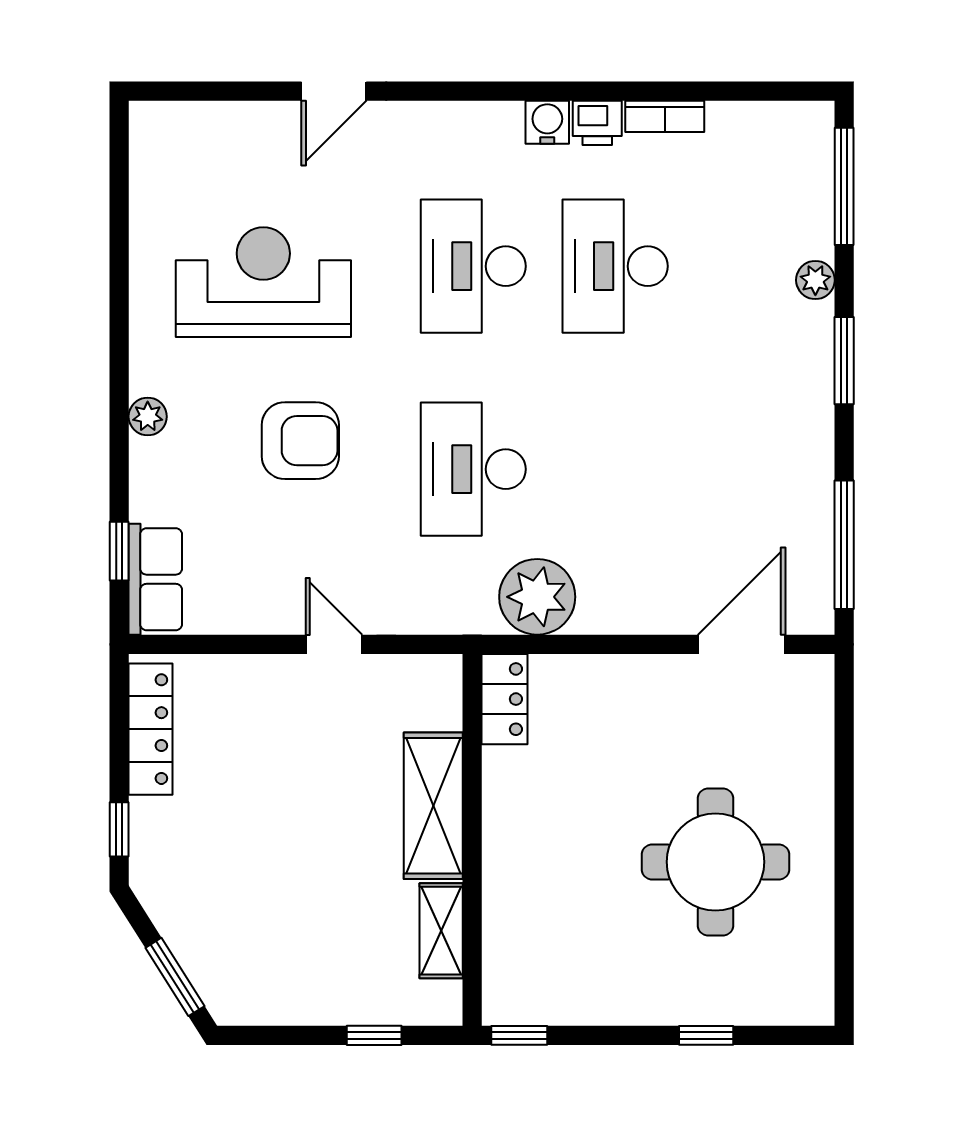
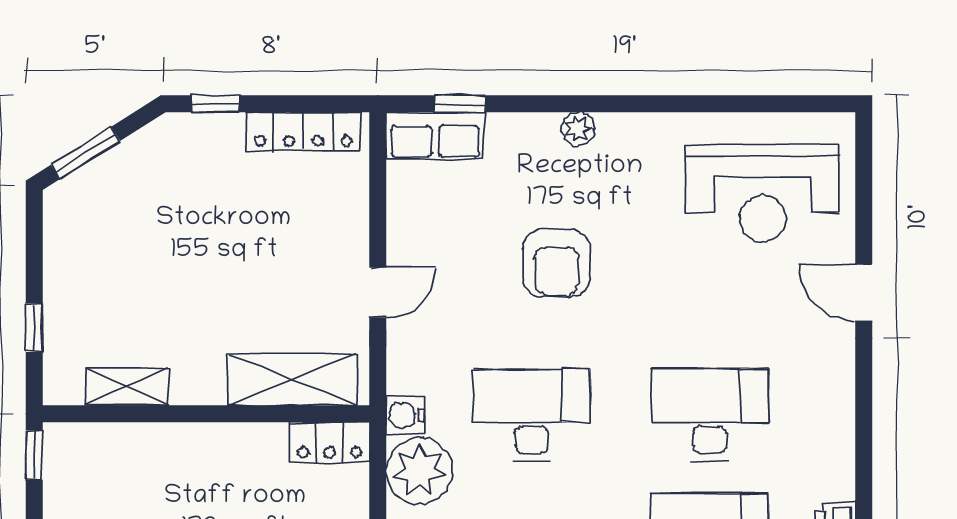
water cooler: (547, 122) -> (405, 415), moved, turned 180
reception desk: (263, 282) -> (763, 193), moved, turned 90
shelving: (433, 806) -> (292, 380), moved

